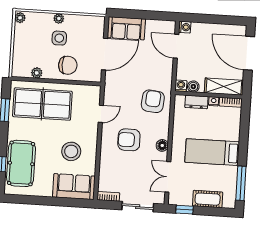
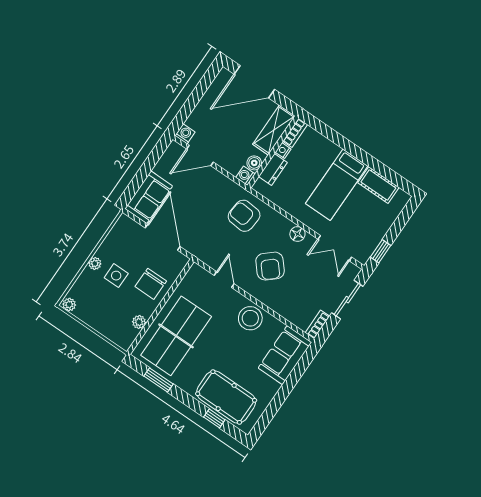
chair: (68, 65) -> (151, 284), turned 180
armchair: (129, 140) -> (270, 266), turned -41
stool: (71, 151) -> (250, 318), moved
window: (241, 183) -> (389, 174), removed
cot: (208, 199) -> (378, 185), moved, turned 90

